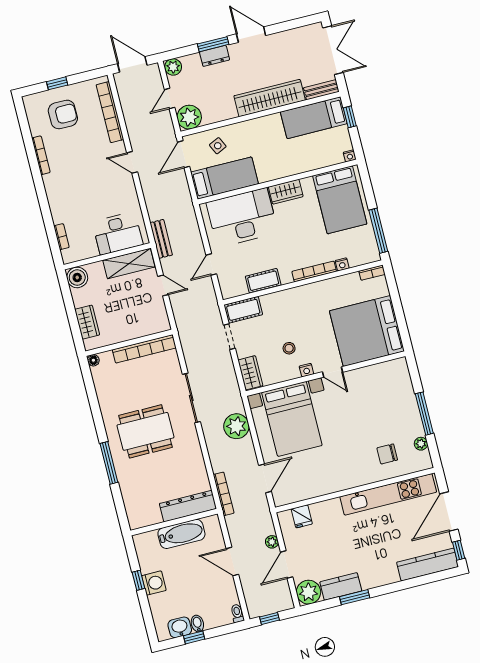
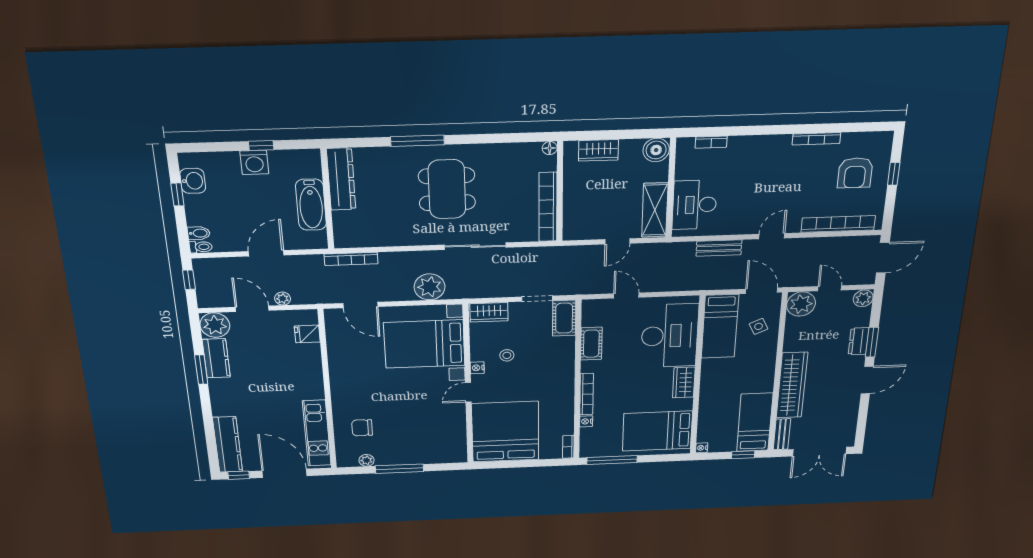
bench: (161, 239) -> (719, 248), moved
chair: (387, 454) -> (362, 428), turned -90
kitchen unit: (388, 494) -> (317, 433), width x0.73
dresser: (188, 506) -> (341, 179), moved
bidet: (197, 624) -> (199, 233), moved

